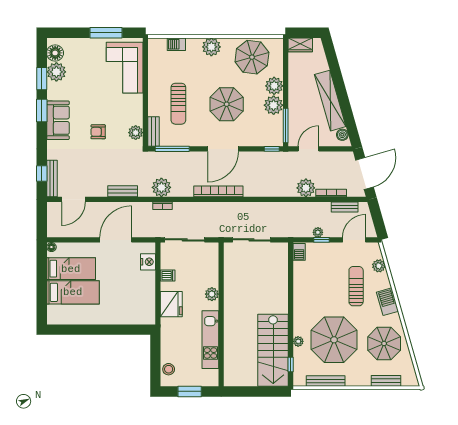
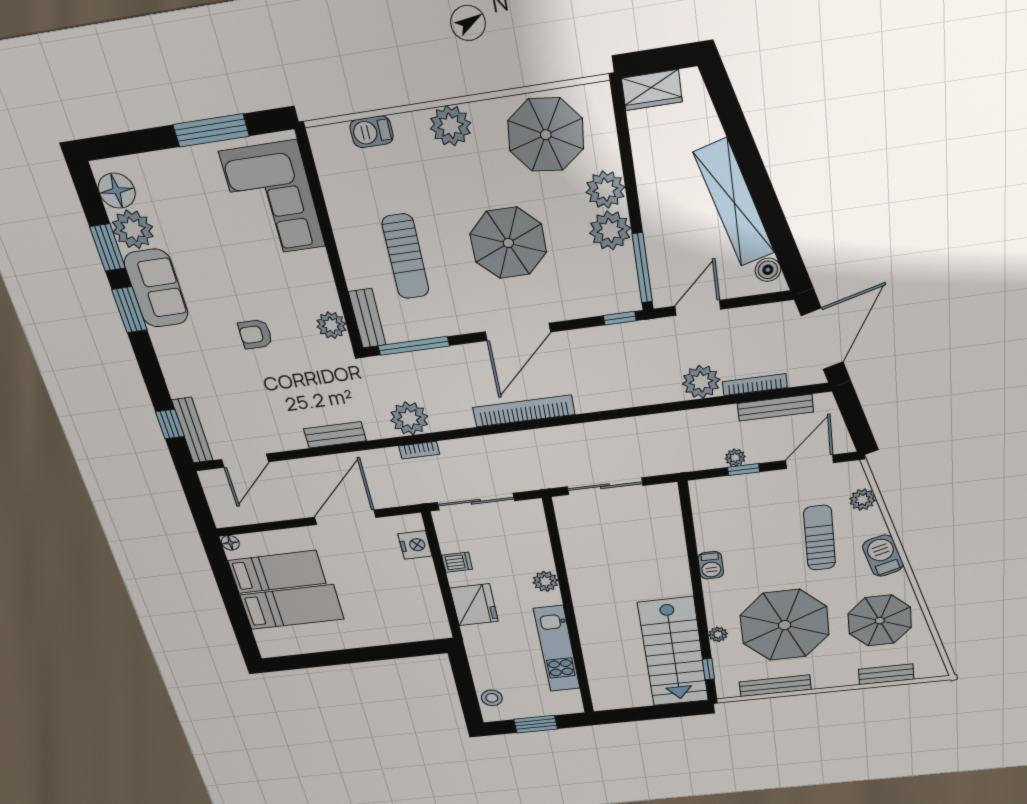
sofa: (58, 120) -> (156, 288), moved
bench: (345, 207) -> (775, 408), width x1.36
barbecue: (299, 252) -> (711, 565), moved

